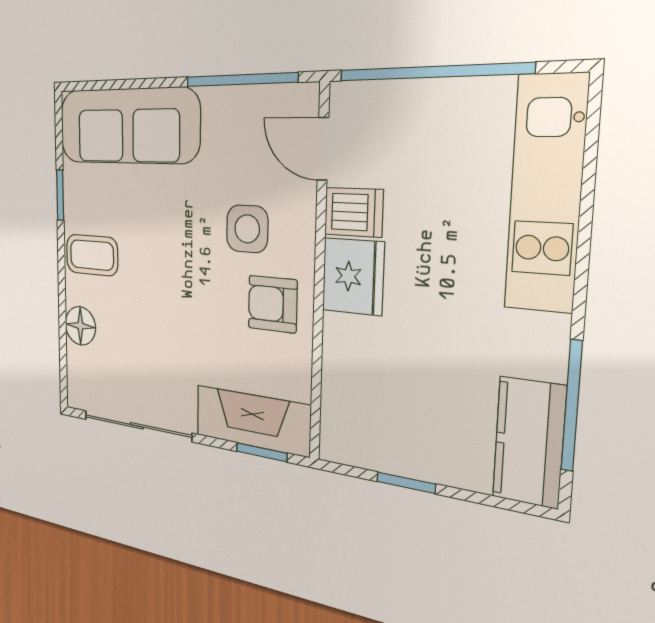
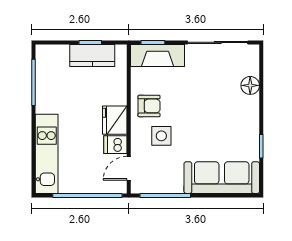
door: (323, 149) -> (129, 168), swing flipped
coffee table: (92, 255) -> (243, 119), removed
kitchen counter: (529, 442) -> (92, 56), moved, turned 90

